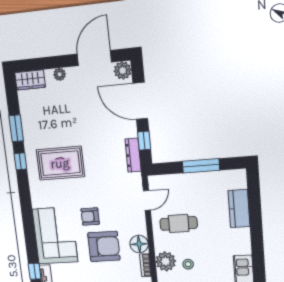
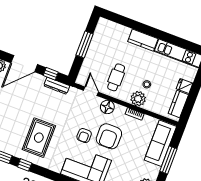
kitchen counter: (239, 208) -> (143, 40), moved
floor lamp: (139, 244) -> (107, 107), moved
armchair: (104, 246) -> (109, 136), turned 180

